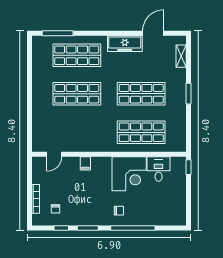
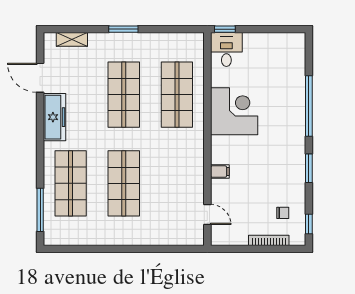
desk: (159, 169) -> (226, 50), moved, turned 90
chair: (119, 211) -> (285, 125), removed
window: (61, 228) -> (309, 224), moved

